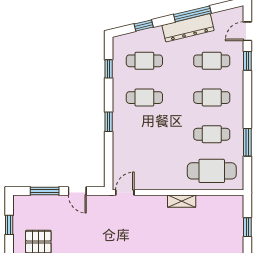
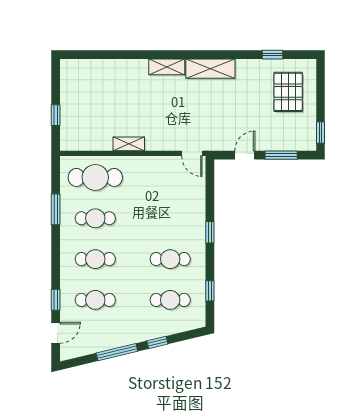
window: (144, 26) -> (157, 342), moved
dresser: (188, 28) -> (122, 337), removed
door: (77, 191) -> (245, 155), hinge flipped
door: (125, 193) -> (192, 153), hinge flipped
window: (9, 225) -> (321, 133), moved

